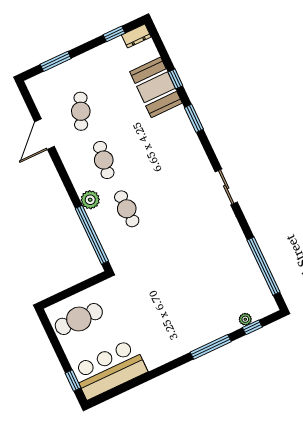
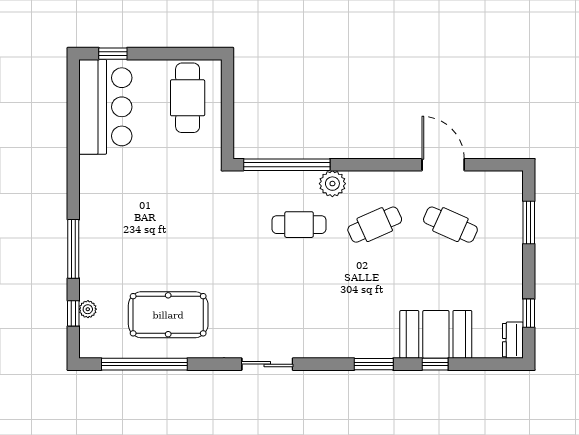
cafe table: (104, 160) -> (375, 225), turned -33
pool table: (224, 266) -> (168, 315), added

